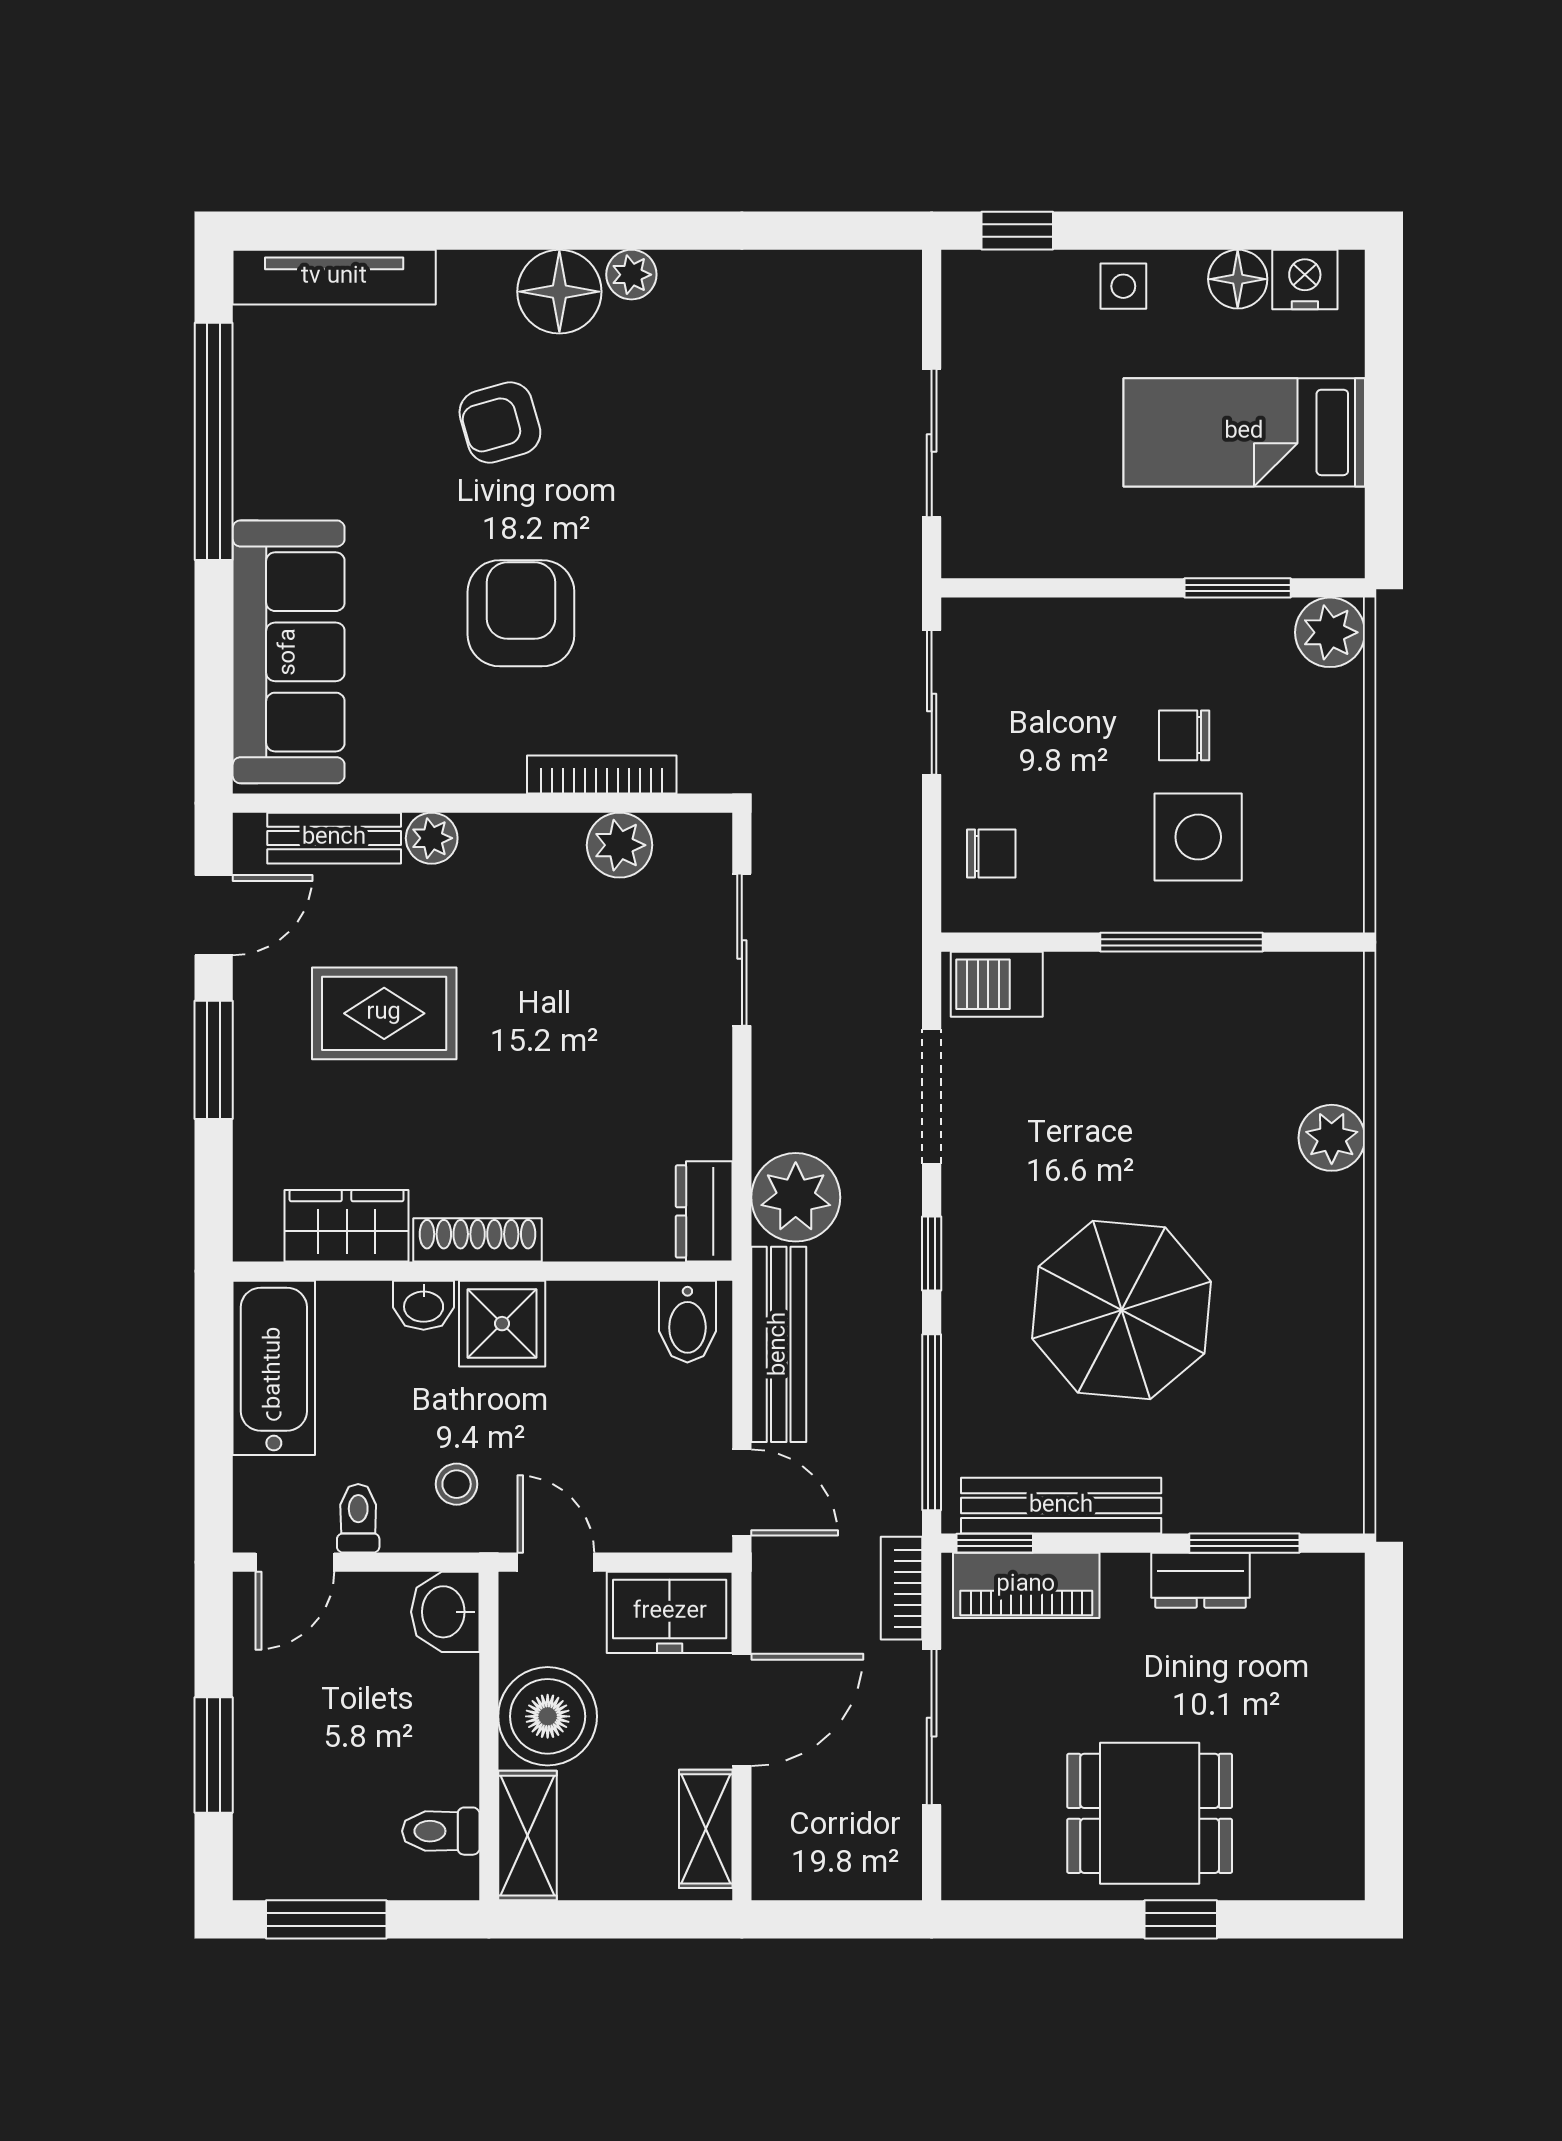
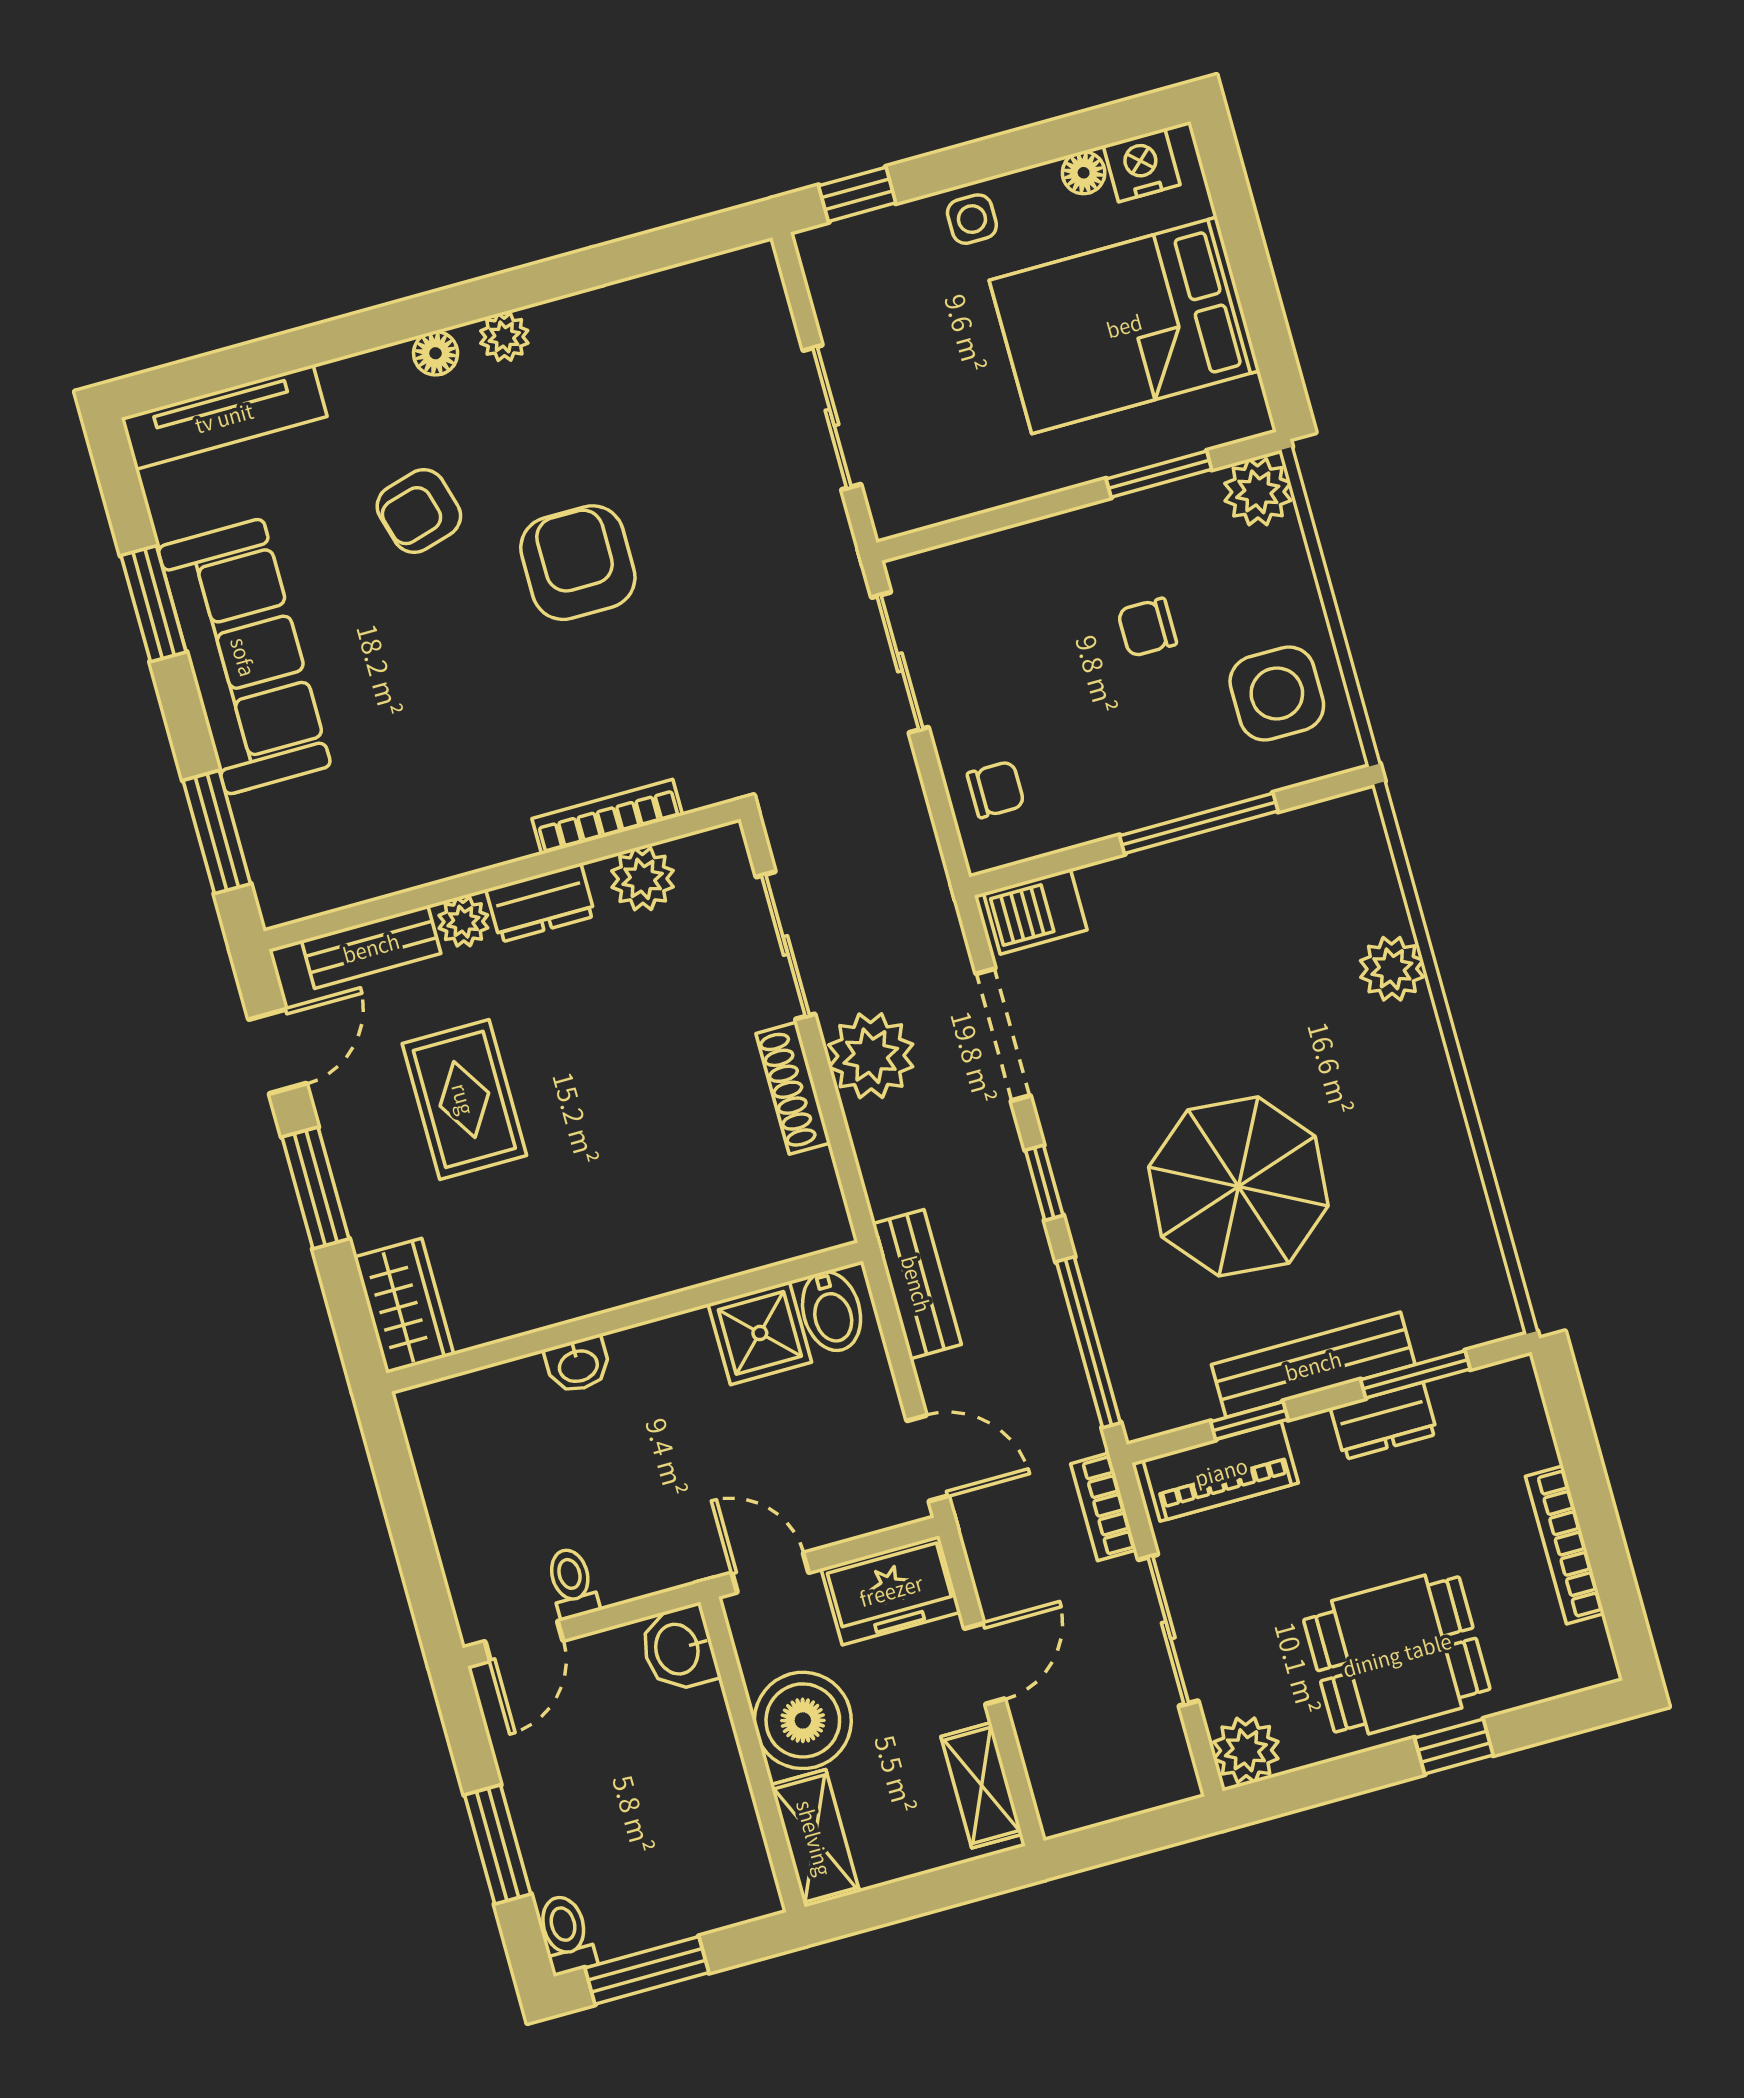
floor lamp: (1238, 279) -> (1084, 173), width x0.73, depth x0.73
floor lamp: (559, 292) -> (436, 353), width x0.53, depth x0.53
bed: (1244, 432) -> (1124, 325), width x1.50
window: (214, 441) -> (153, 604), width x0.47
armchair: (521, 613) -> (578, 563), moved
sofa: (289, 652) -> (244, 657), moved
window: (214, 683) -> (217, 832), added
side table: (1198, 837) -> (1277, 694), moved
rug: (384, 1013) -> (464, 1099), turned 90
plant: (796, 1197) -> (871, 1056), moved
dresser: (704, 1211) -> (541, 903), moved, turned -90
wardrobe: (347, 1226) -> (404, 1306), moved, turned 90
shoe rack: (478, 1240) -> (793, 1088), moved, turned -90
shower: (502, 1324) -> (760, 1333), moved
bench: (779, 1344) -> (917, 1284), width x0.73
bathtub: (274, 1368) -> (453, 1463), removed
stool: (457, 1484) -> (656, 1525), removed
bench: (1061, 1506) -> (1313, 1365), moved
window: (995, 1543) -> (1249, 1420), moved
door: (742, 1710) -> (985, 1664), width x0.73
bookcase: (1345, 1752) -> (1565, 1545), added
toilet: (441, 1831) -> (566, 1934), moved, turned 90
plant: (975, 1866) -> (1246, 1750), added

